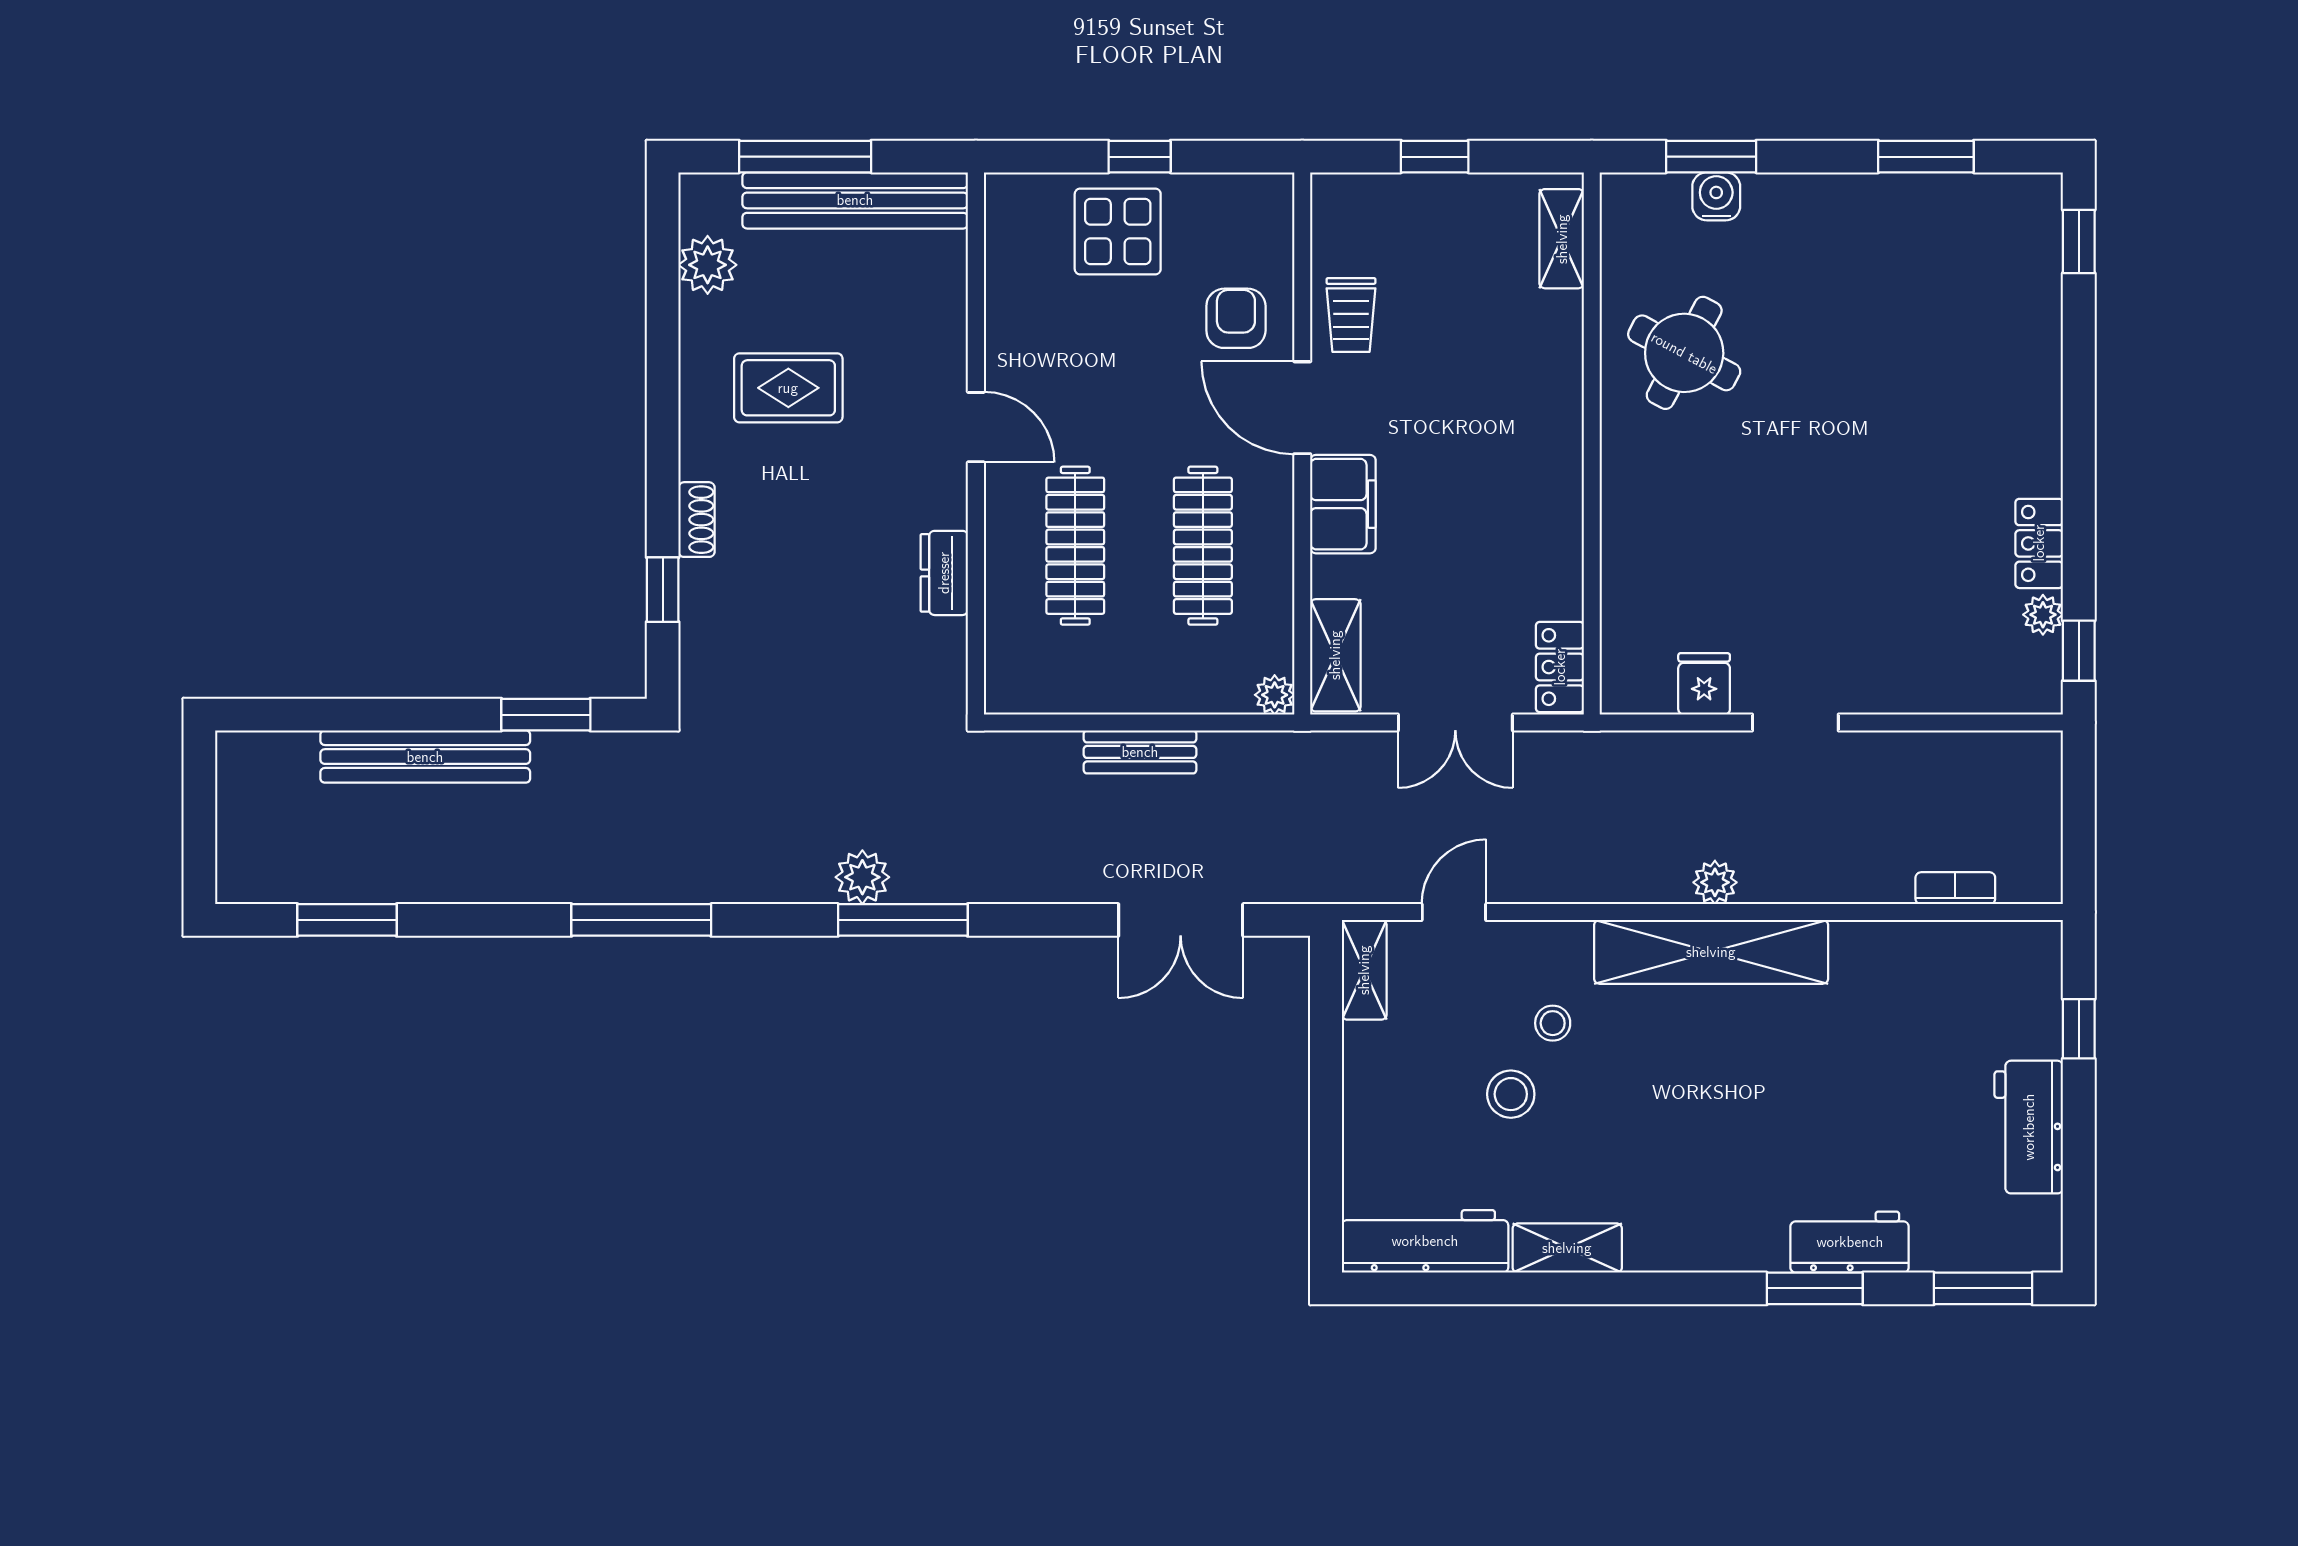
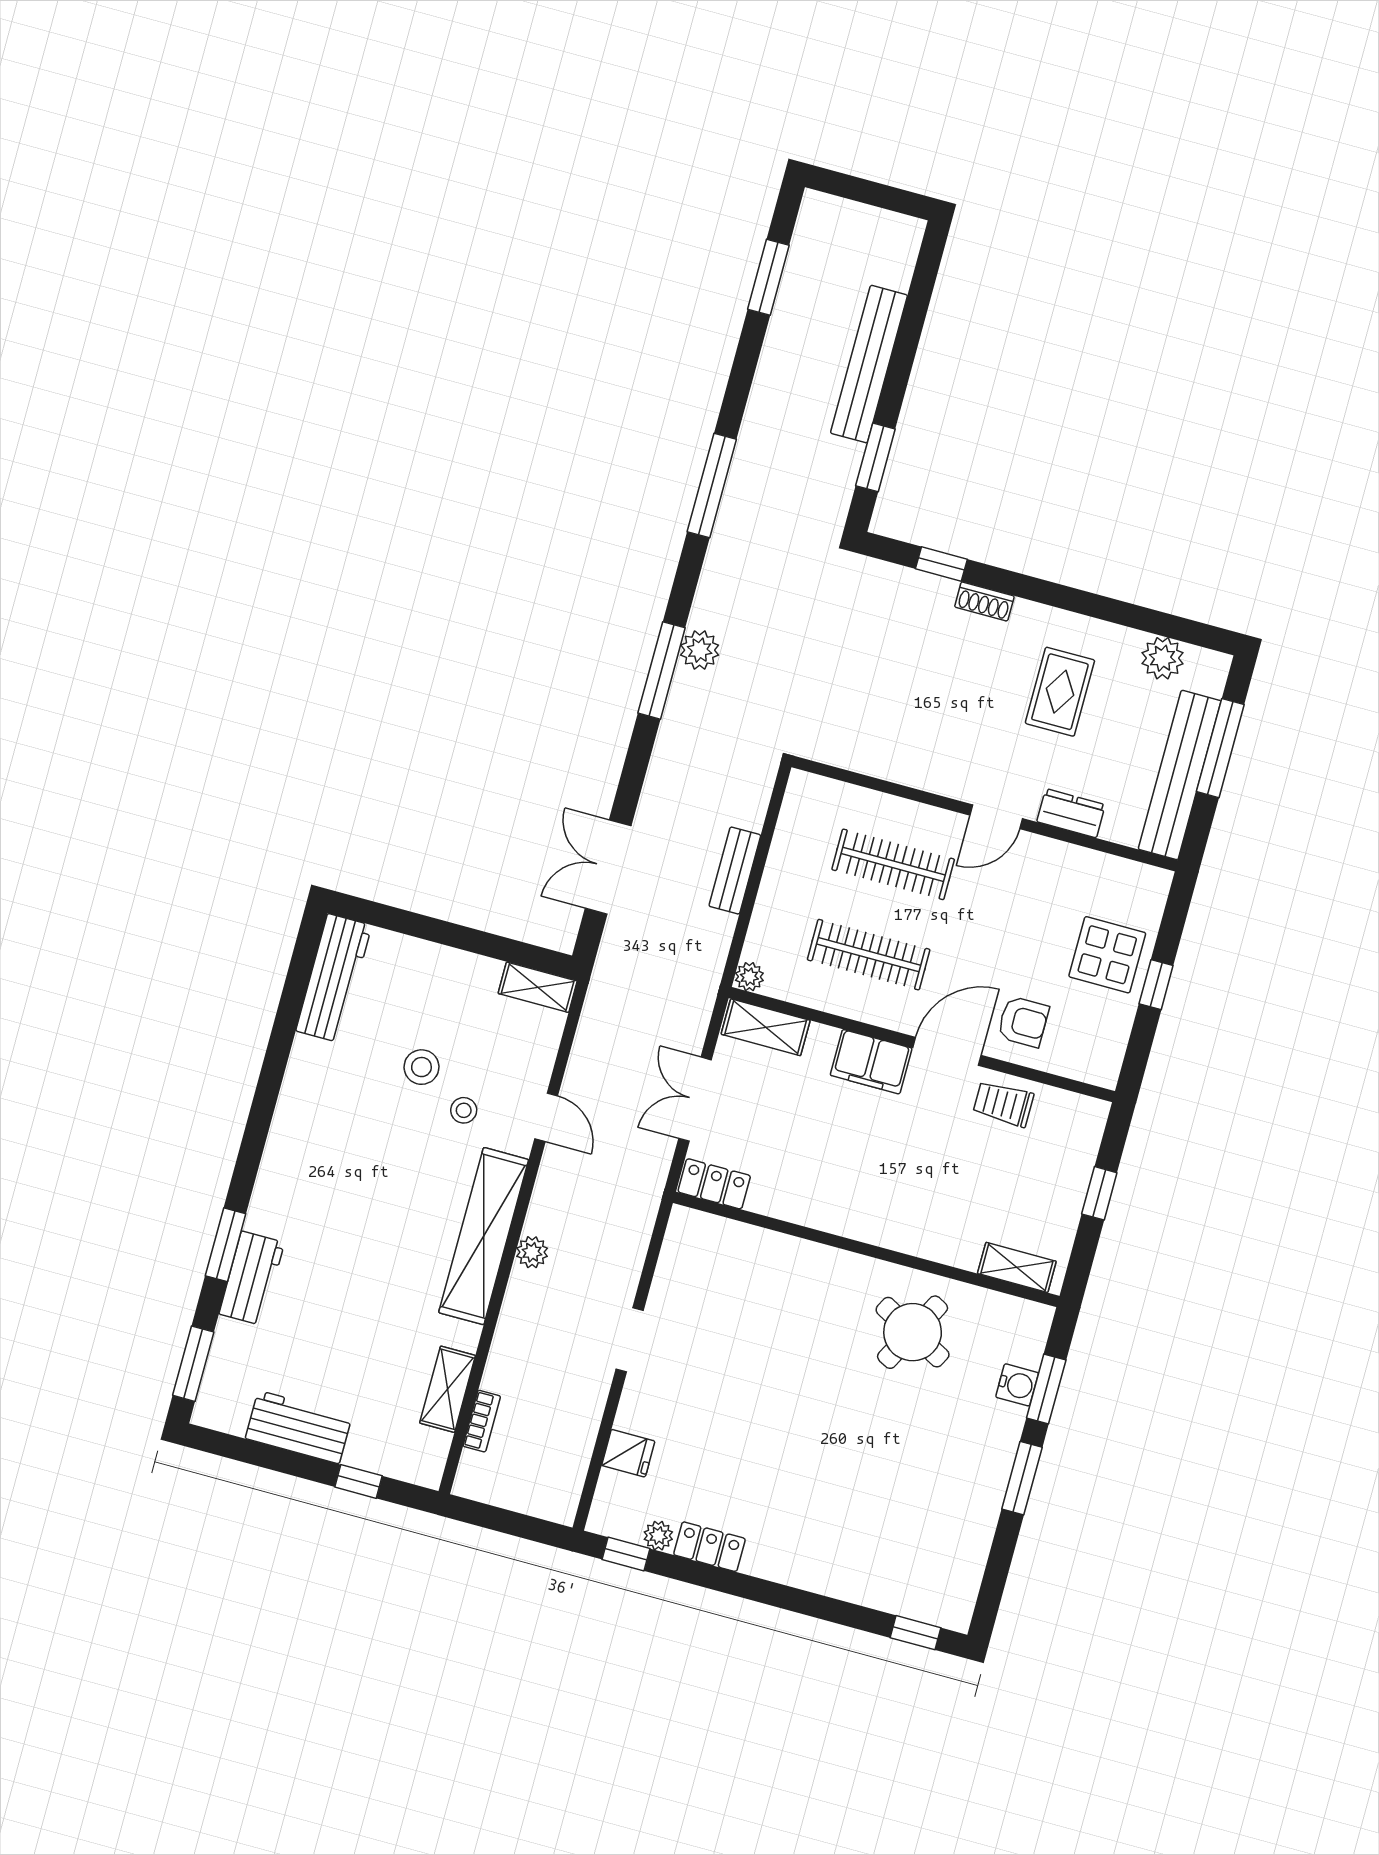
window: (1926, 157) -> (1022, 1478), moved
dresser: (944, 573) -> (1071, 813), moved
fridge: (1704, 684) -> (628, 1453), moved
door: (1454, 912) -> (546, 1117), moved
shelving: (1567, 1248) -> (448, 1389), moved

